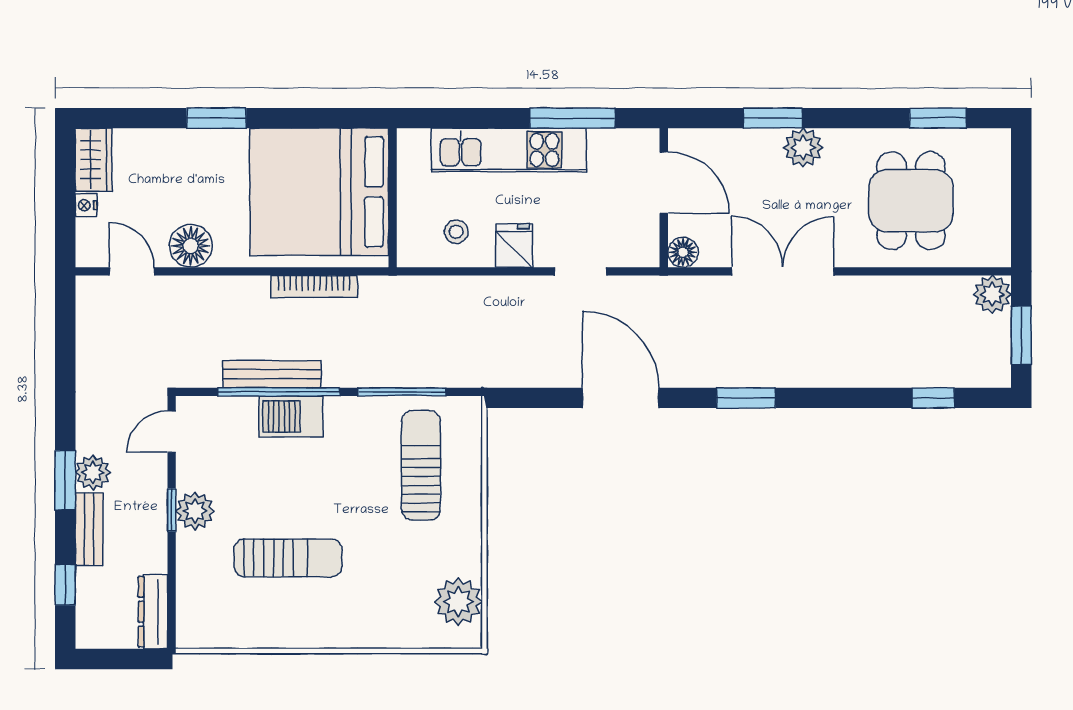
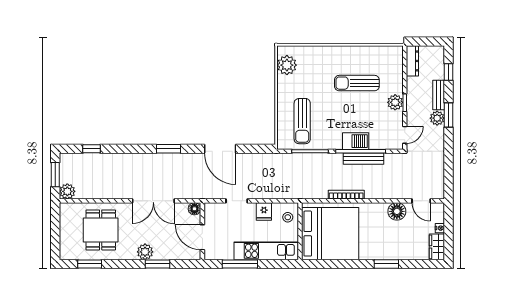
bed: (319, 192) -> (330, 234), moved
wall: (393, 198) -> (300, 231), moved

